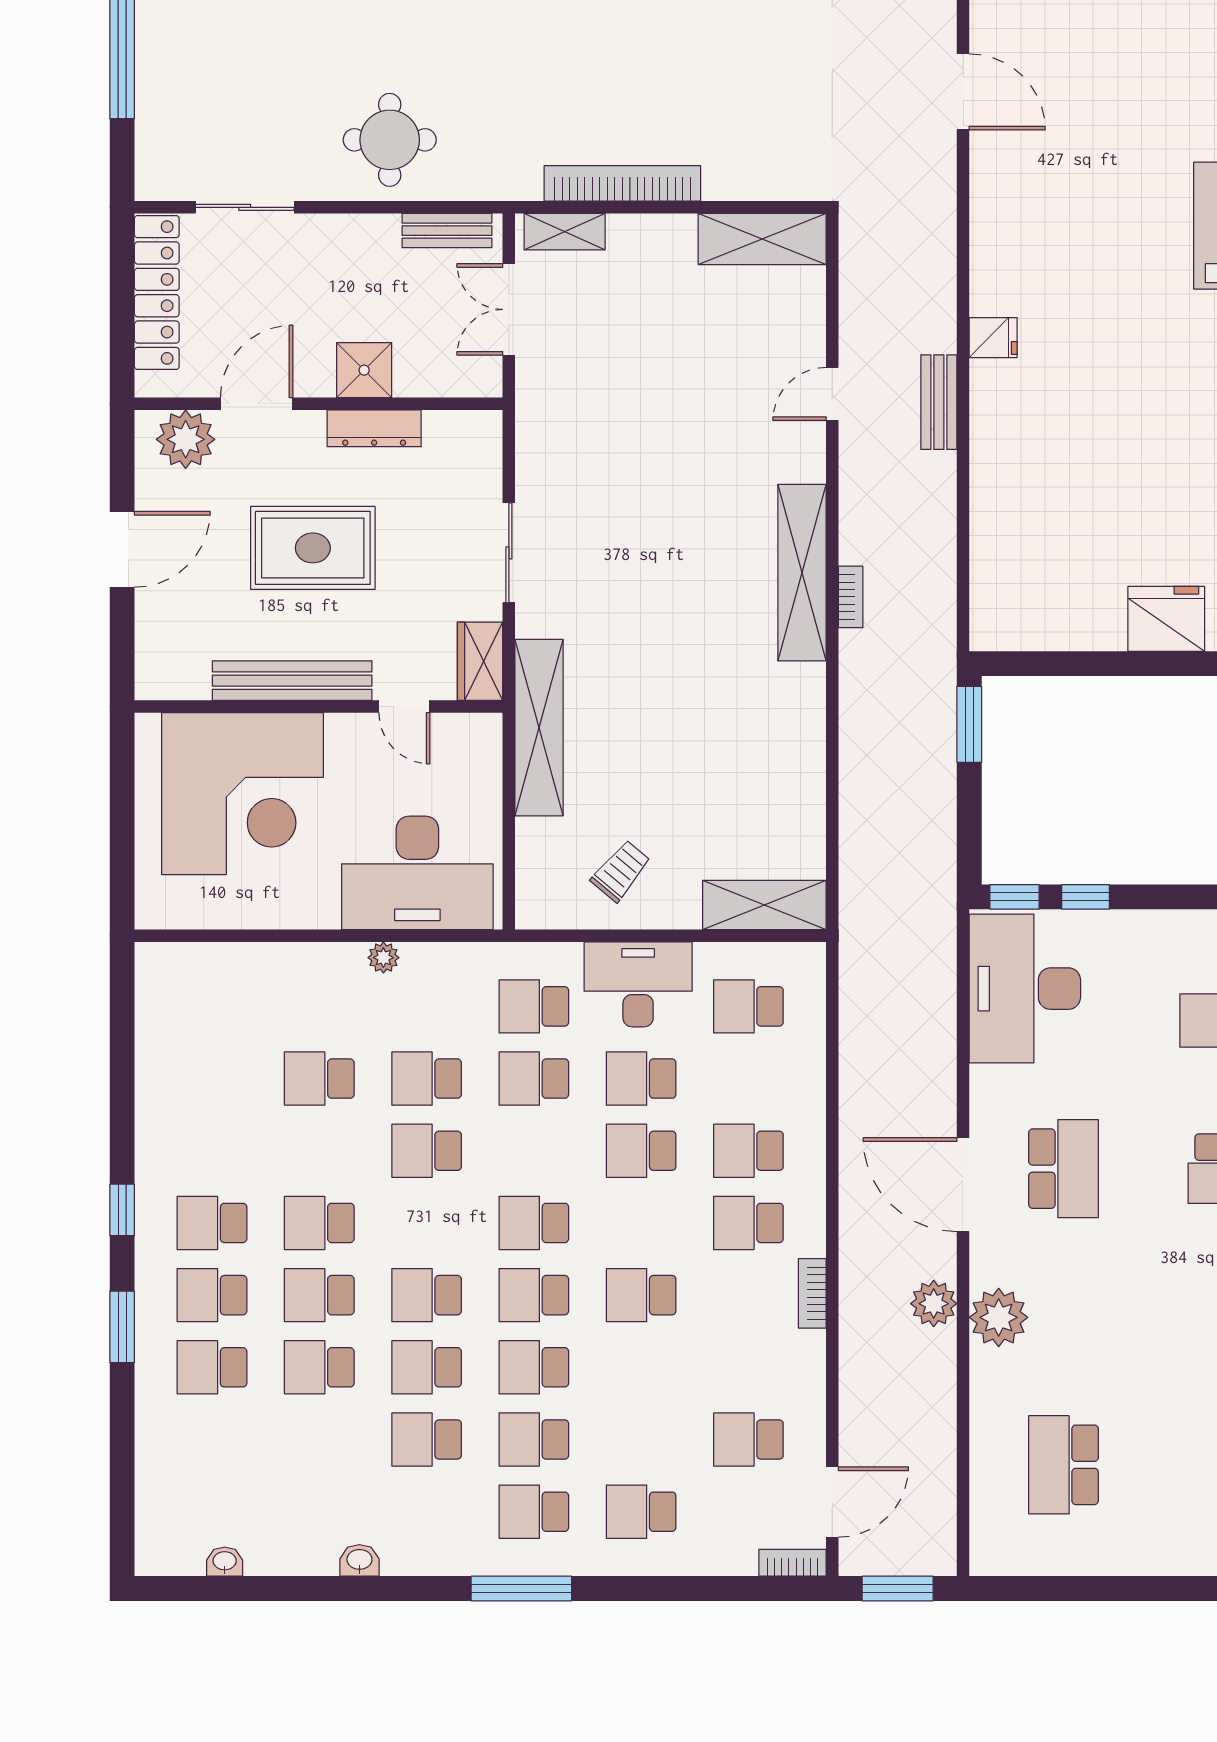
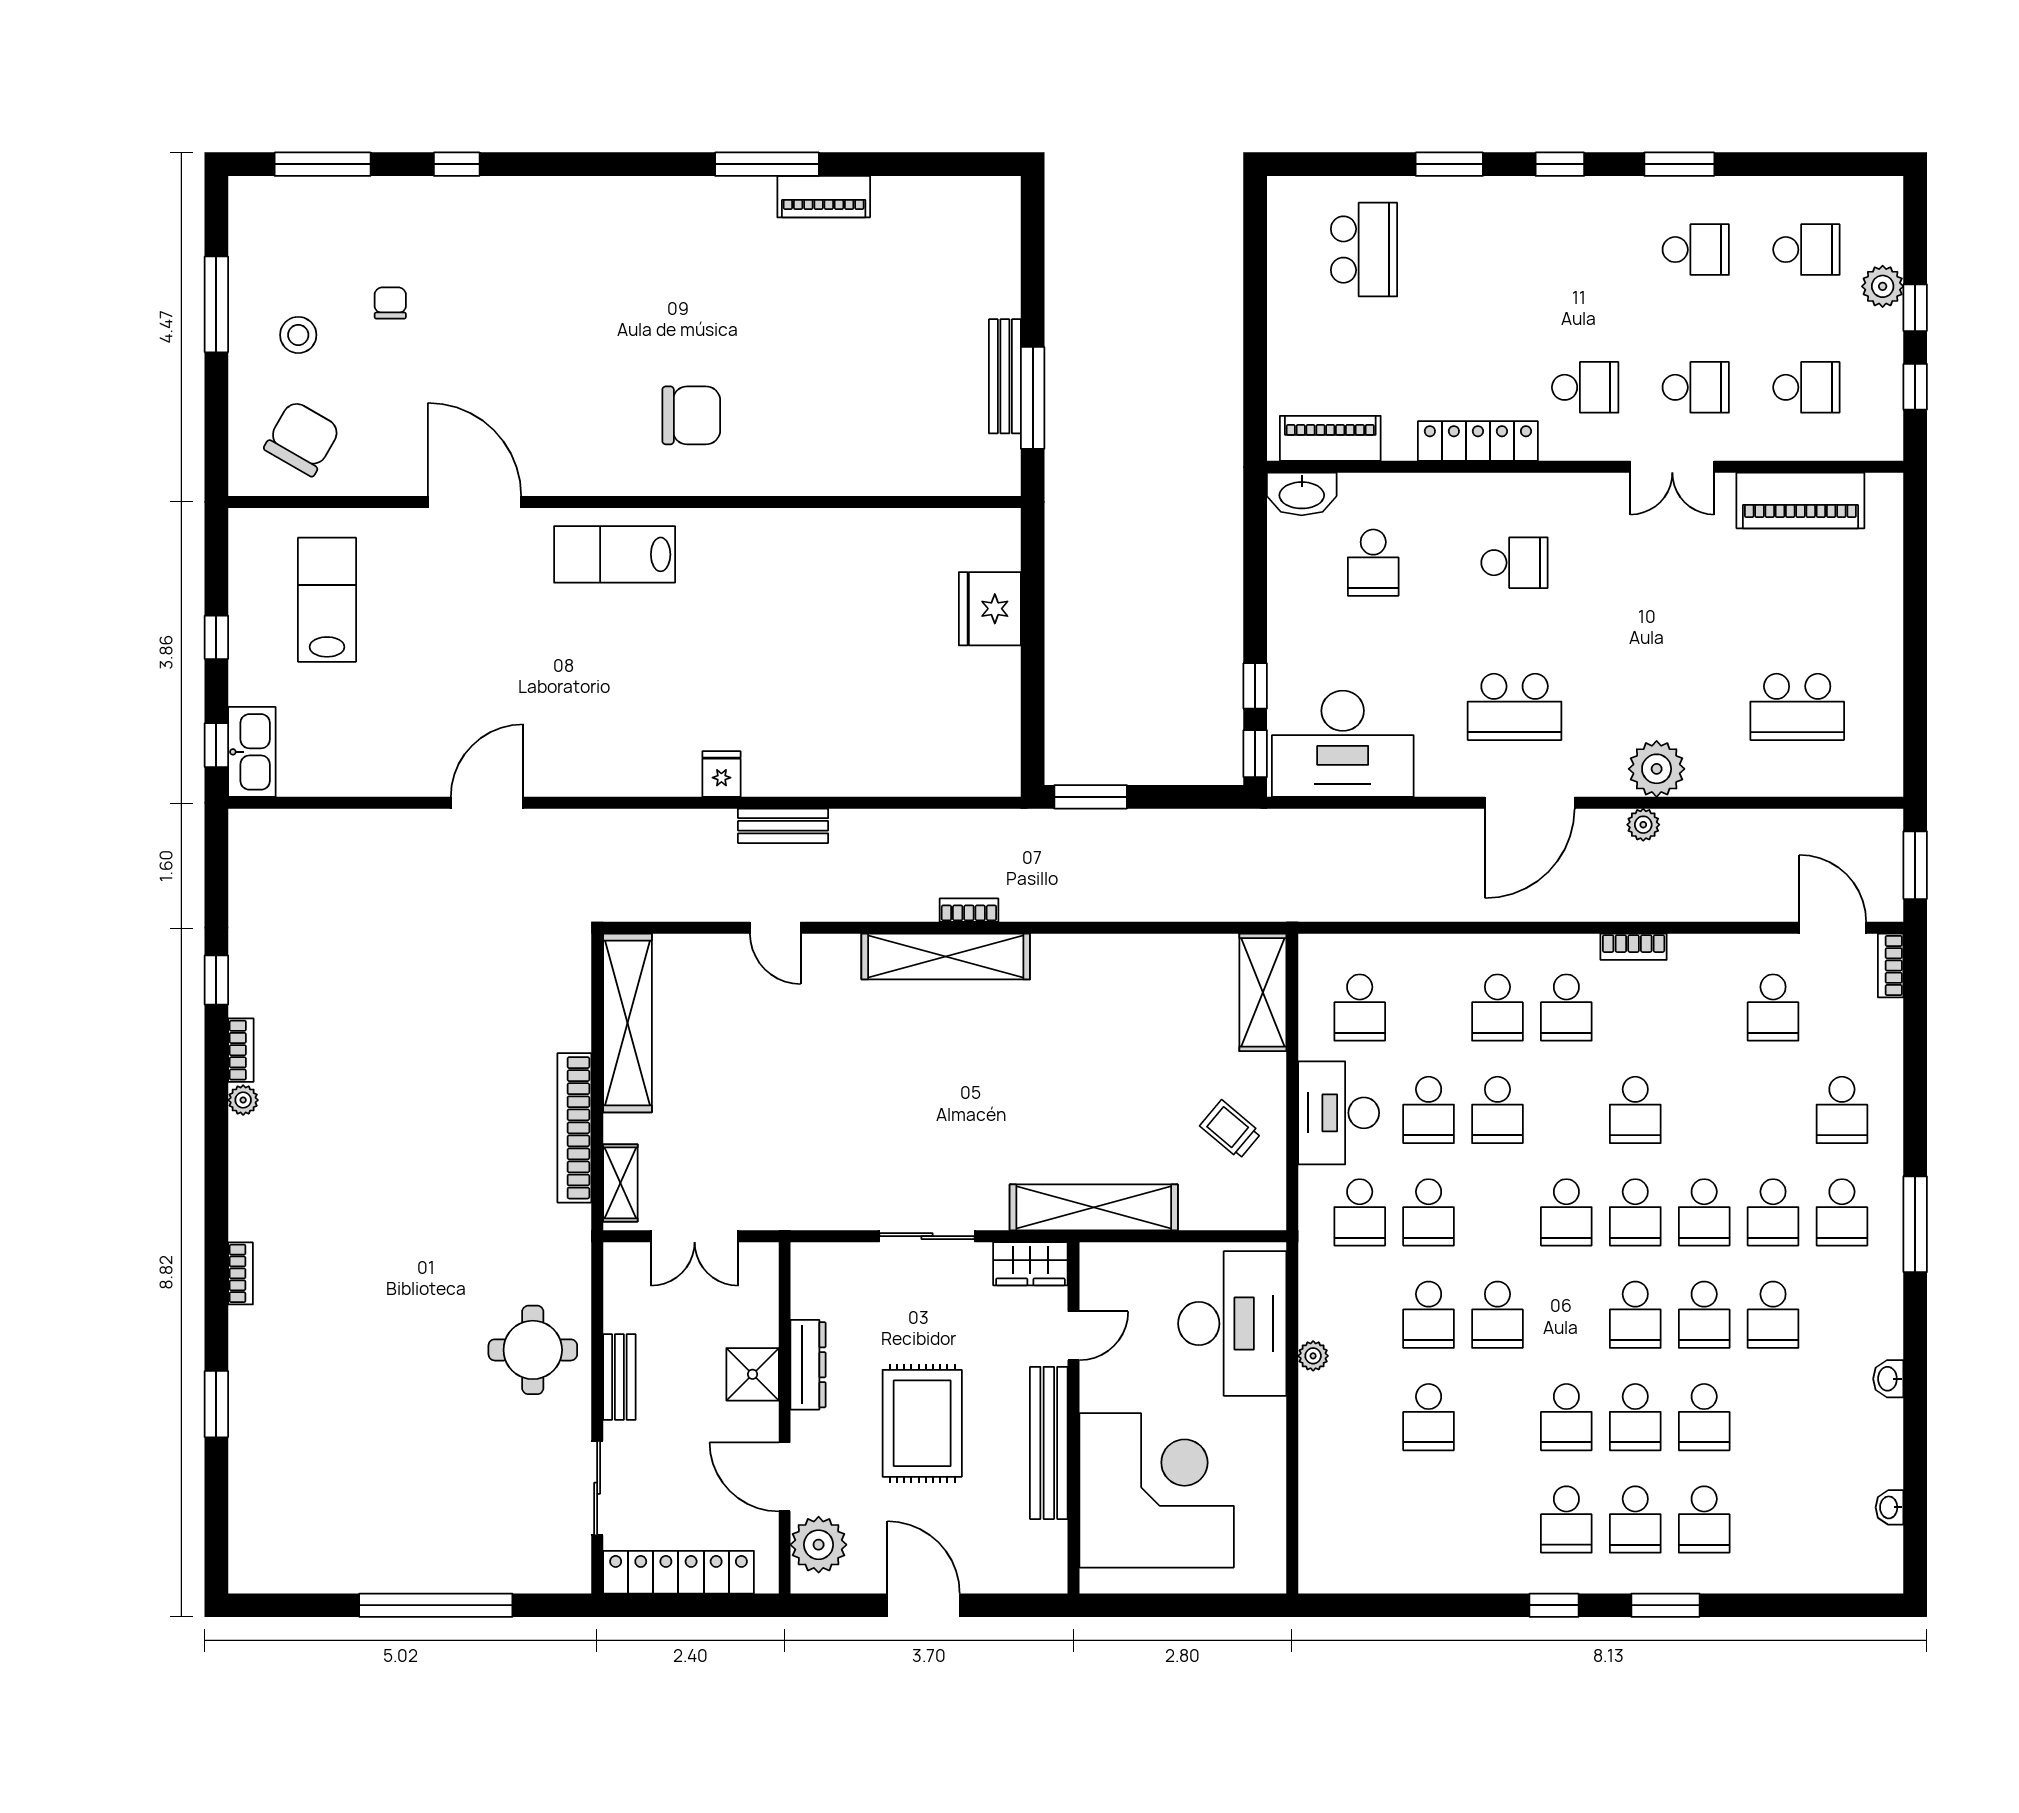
bench: (447, 231) -> (619, 1377), moved
shelving: (762, 239) -> (627, 1023), width x1.47
school desk: (1064, 1169) -> (1515, 707), turned 180
plant: (934, 1304) -> (1643, 825), width x0.73, depth x0.73

